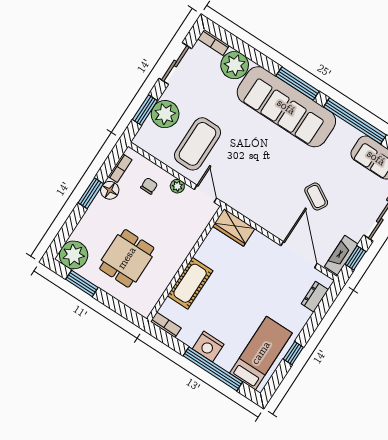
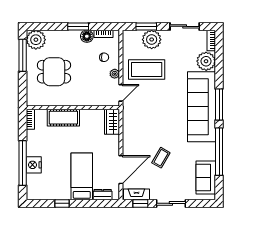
window: (82, 283) -> (23, 55), width x1.44
nightstand: (208, 347) -> (34, 165), moved
bed: (261, 353) -> (82, 176), moved, turned -90

